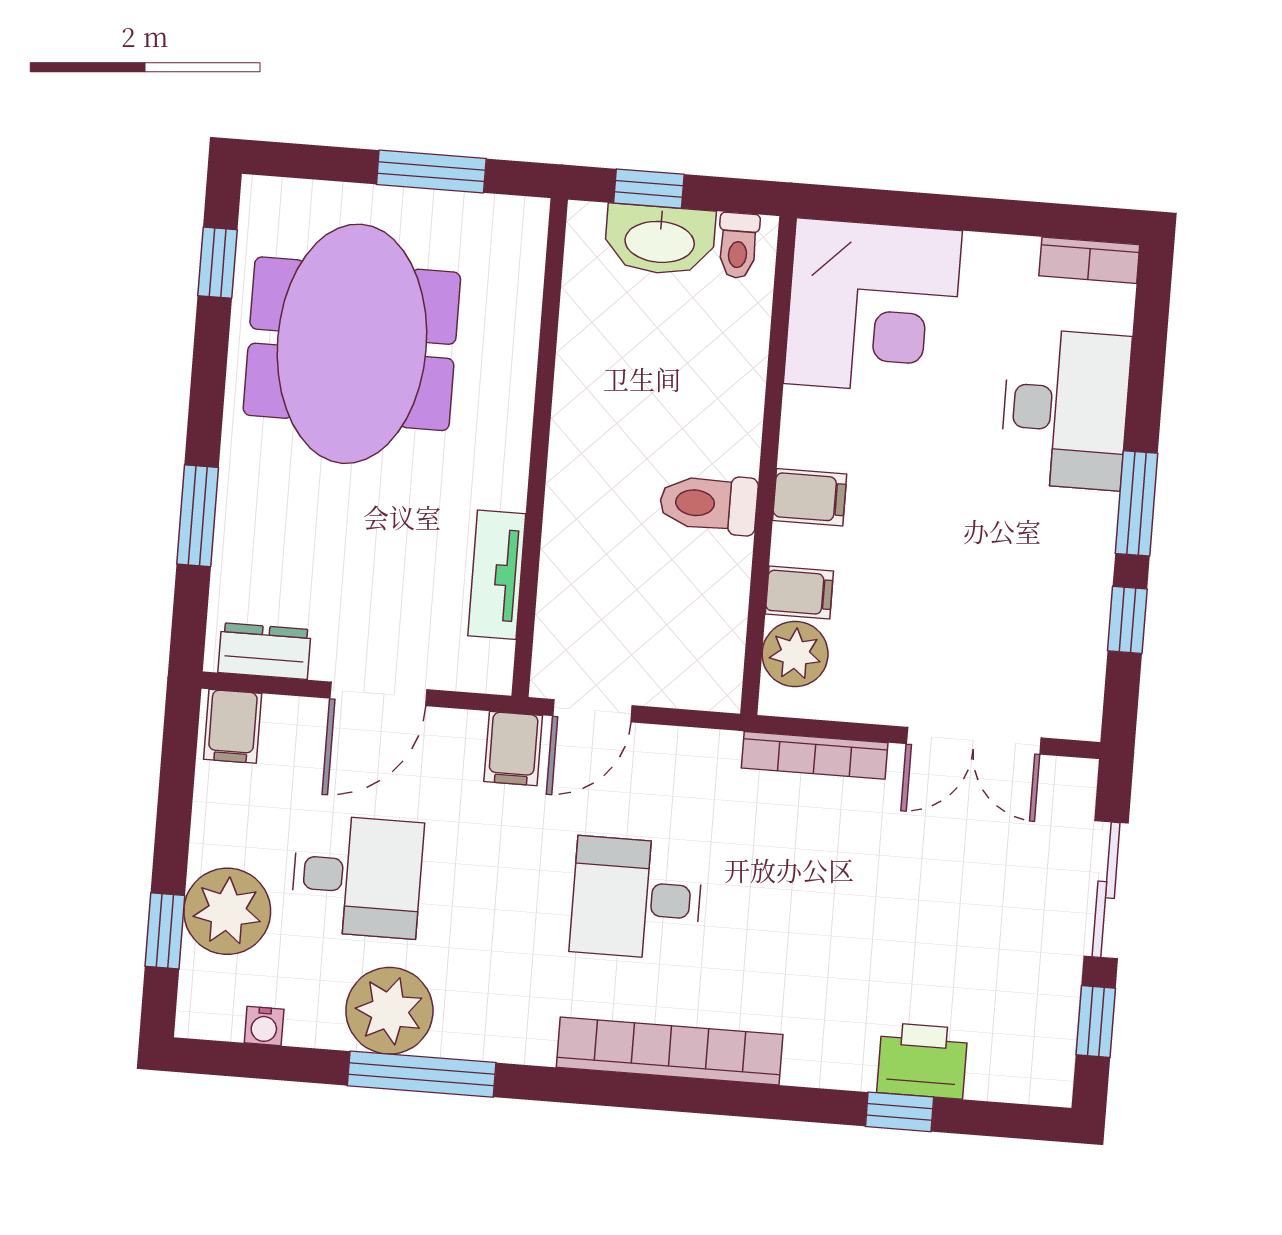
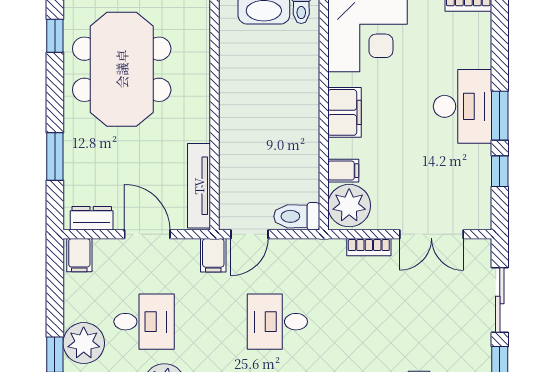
desk: (1065, 409) -> (463, 106), moved
filing cabinet: (810, 497) -> (345, 112), width x2.00
toilet: (708, 504) -> (297, 216), moved
tv unit: (497, 575) -> (199, 186), width x1.41
plant: (795, 654) -> (349, 206), width x1.36, depth x1.36
door: (378, 694) -> (147, 234), swing flipped
bookcase: (815, 755) -> (369, 247), width x0.64

